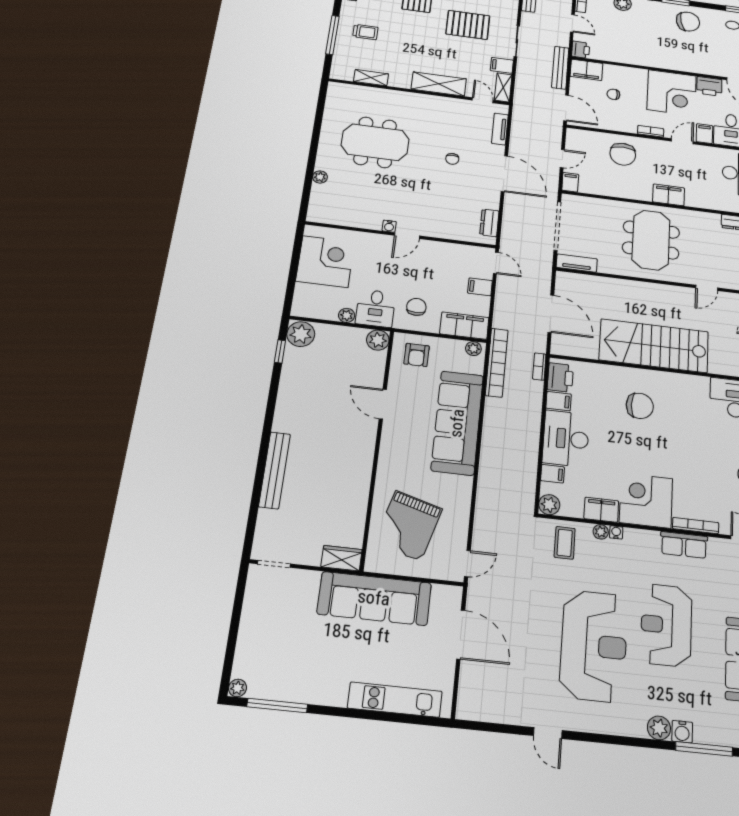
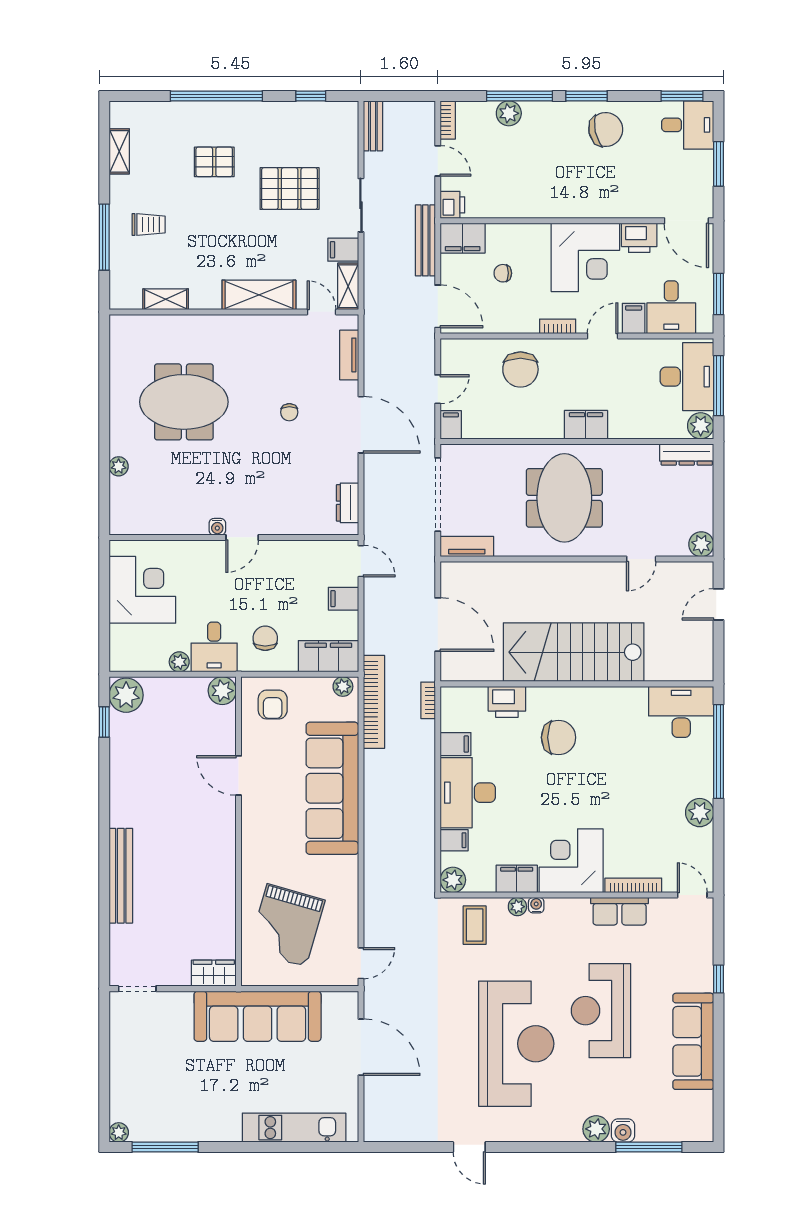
printer: (560, 378) -> (507, 702), moved, turned 90

